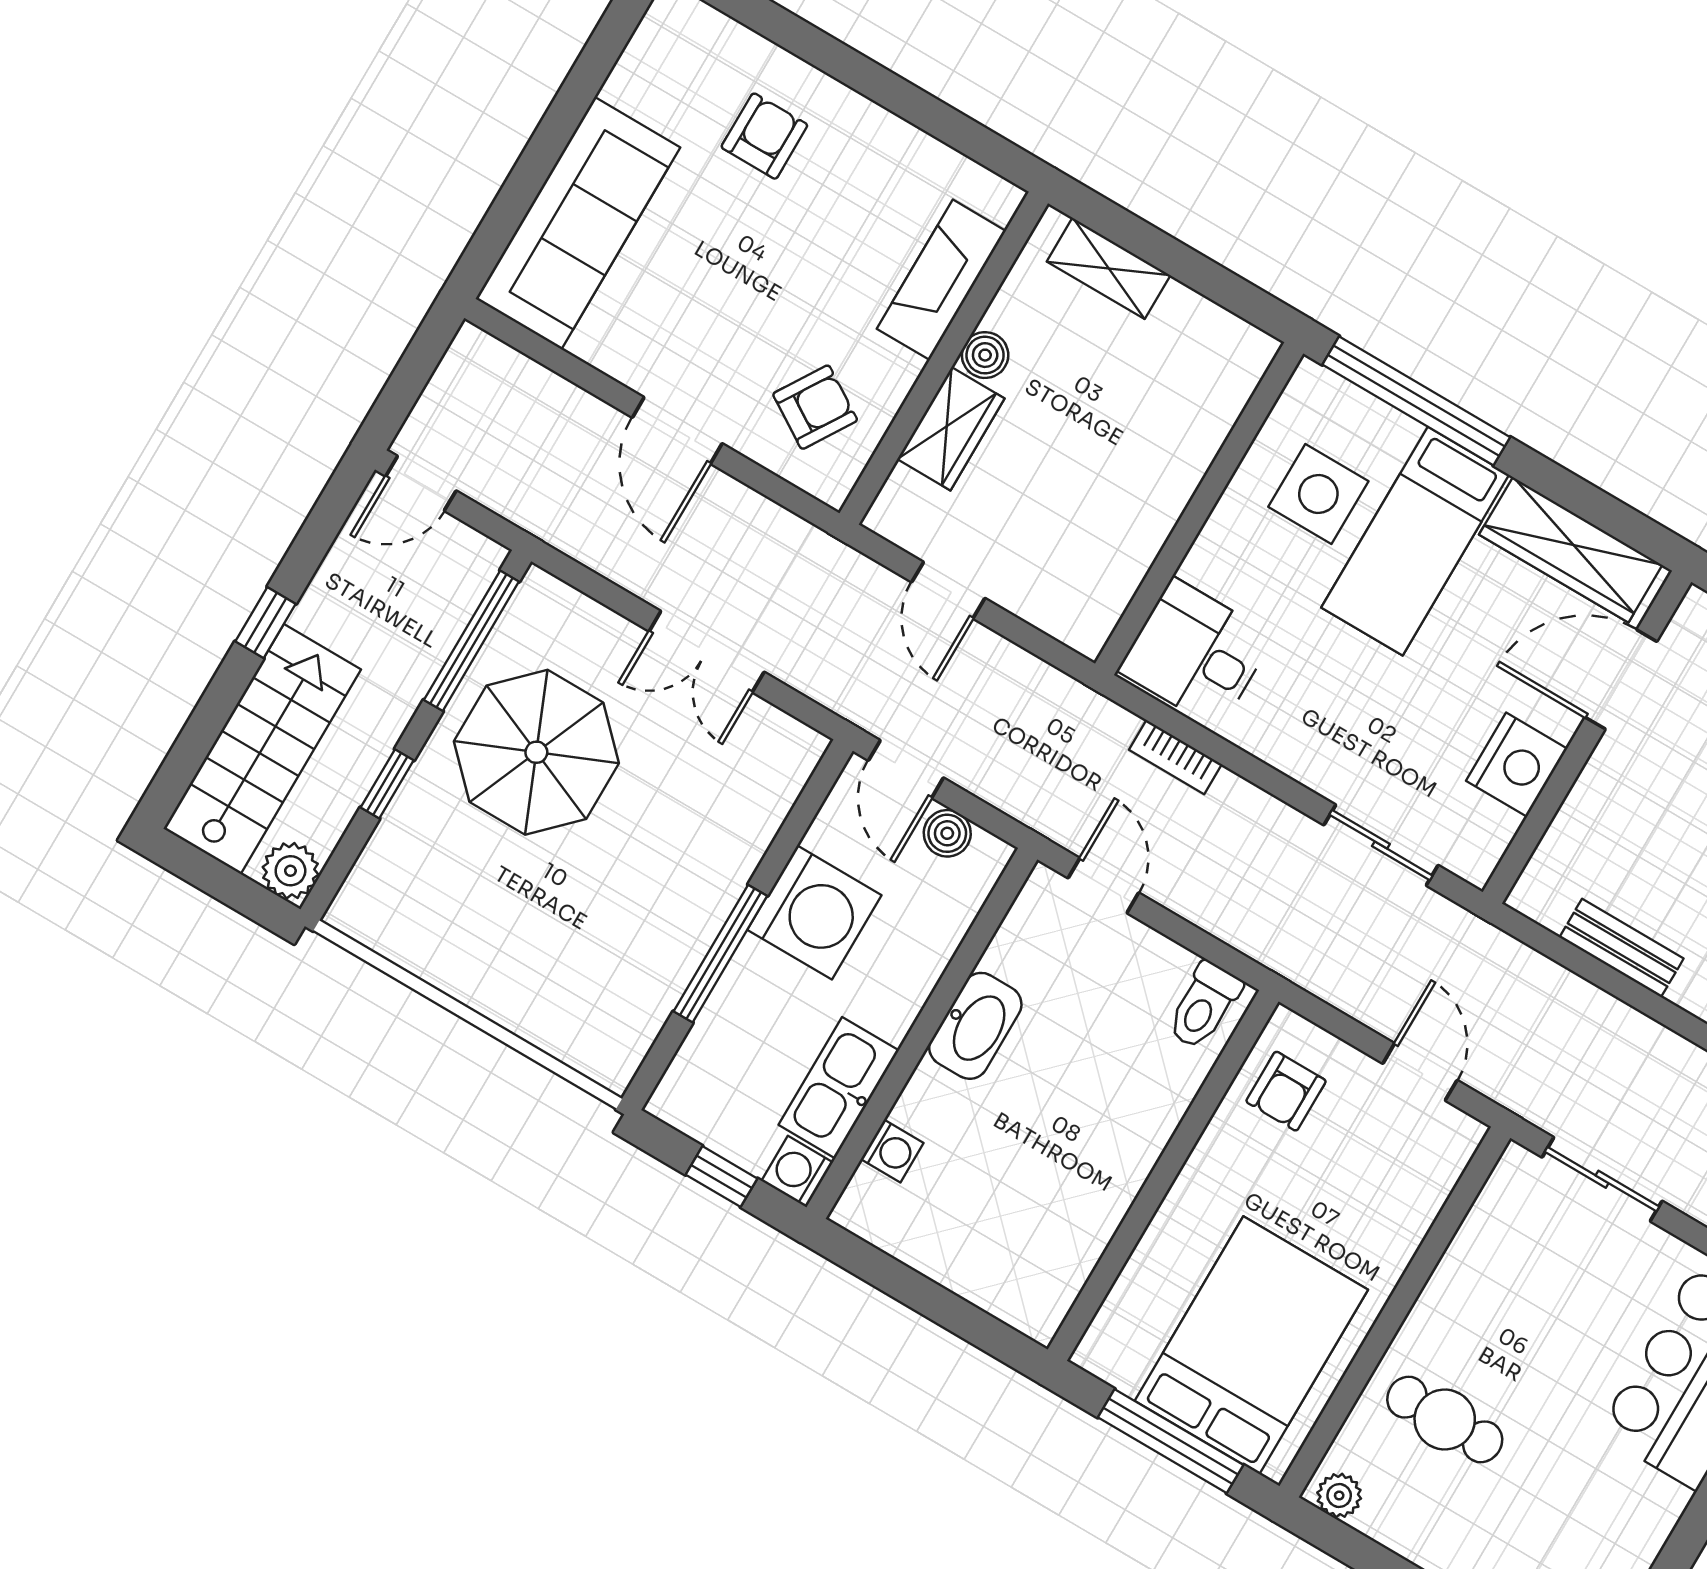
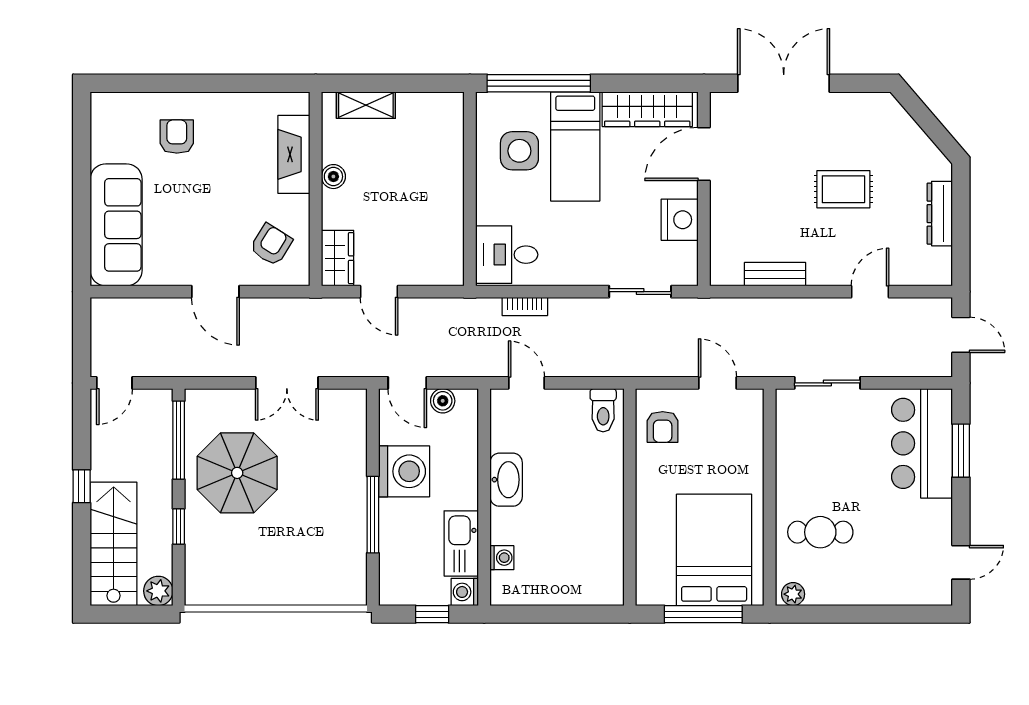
wardrobe: (951, 429) -> (338, 258), moved

